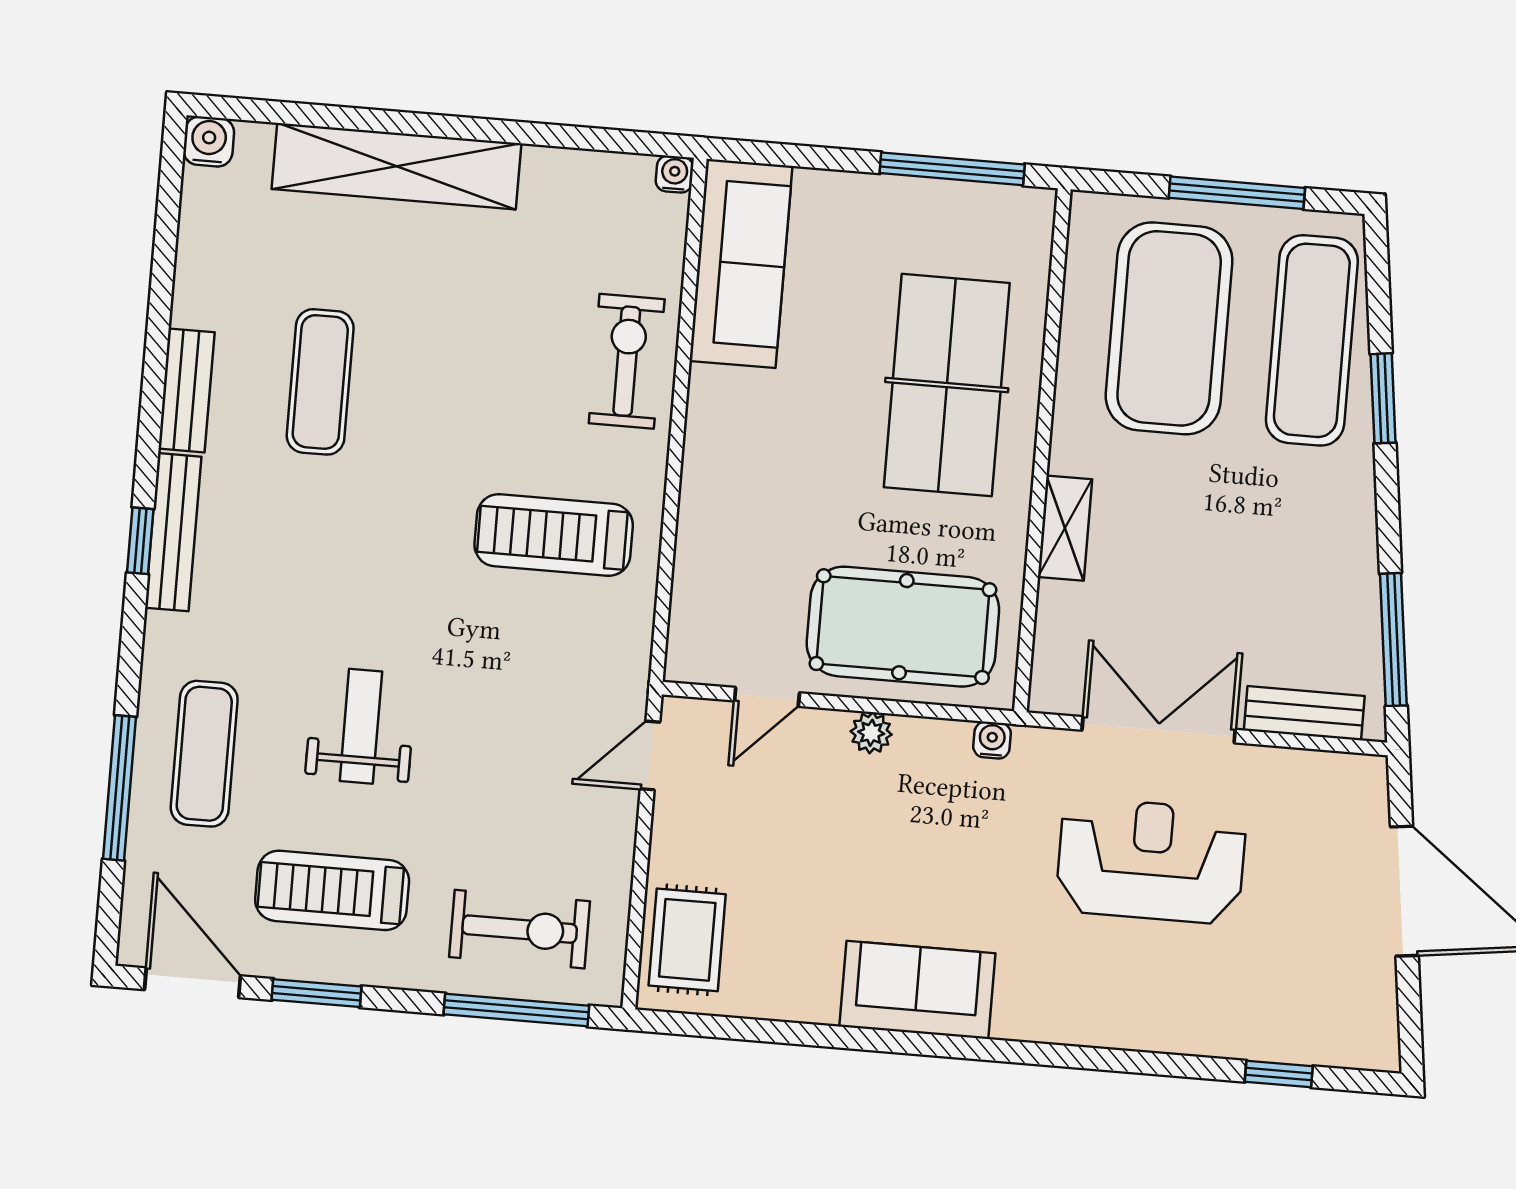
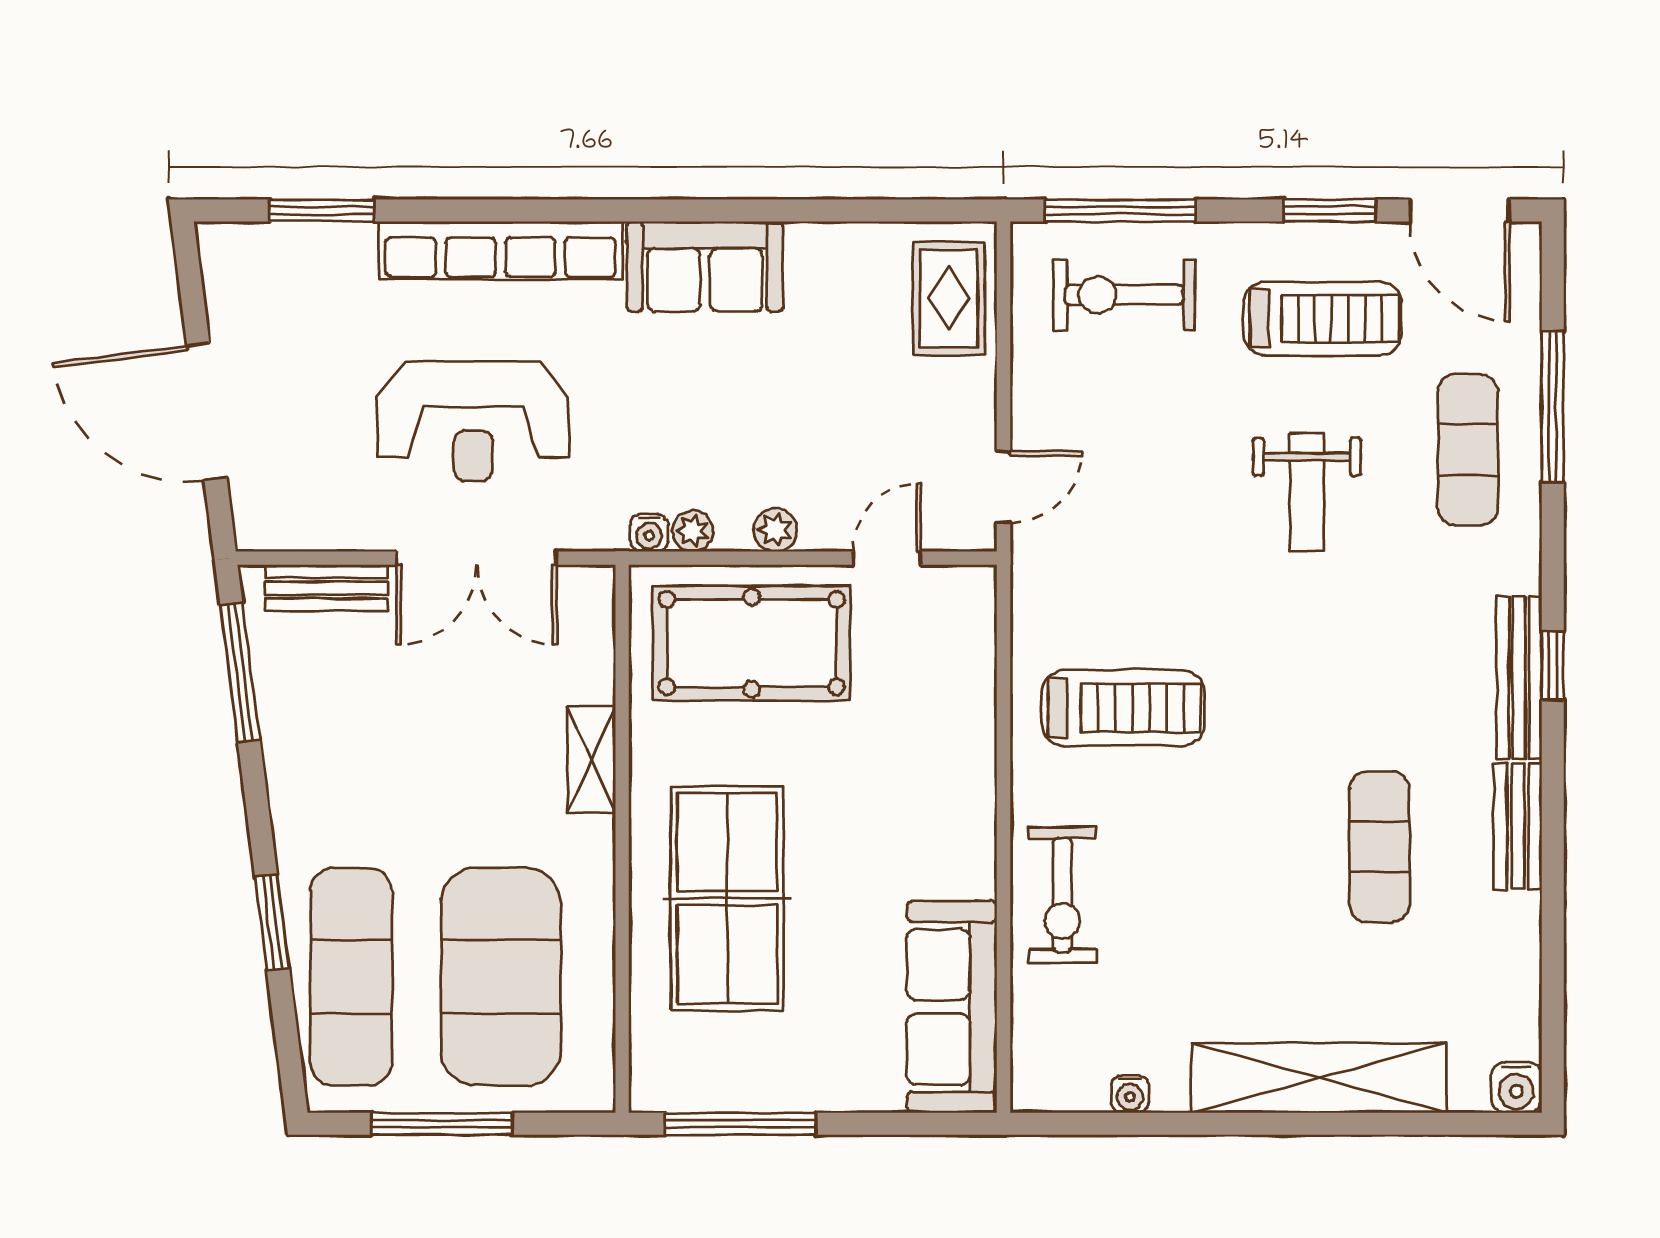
water cooler: (674, 174) -> (1130, 1094), moved
plant: (950, 738) -> (693, 531), added
row of seats: (1111, 1022) -> (501, 250), added
window: (1279, 1074) -> (321, 210), width x1.50

